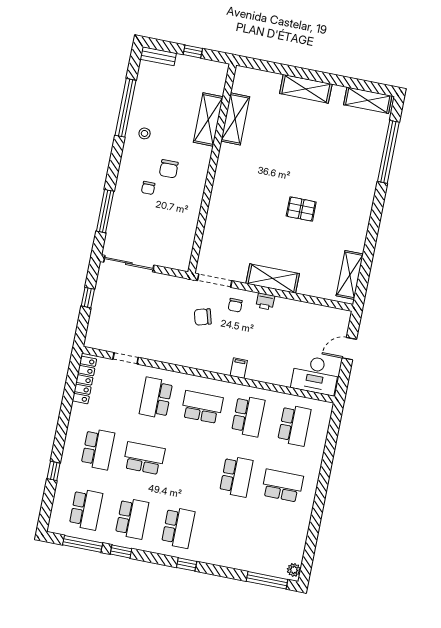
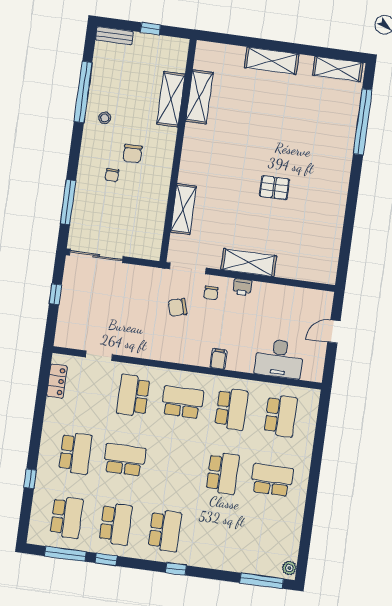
shelving: (350, 275) -> (183, 209), moved
desk: (315, 375) -> (279, 359), moved
locker: (84, 380) -> (57, 381), width x0.66

